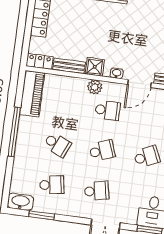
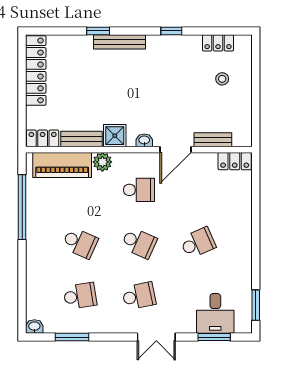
plant: (95, 87) -> (102, 162), moved
piano: (32, 94) -> (62, 165), moved, turned 90
window: (14, 132) -> (22, 207), moved
school desk: (102, 151) -> (139, 243), turned 45
washbasin: (20, 202) -> (34, 327), width x0.52, depth x0.69

